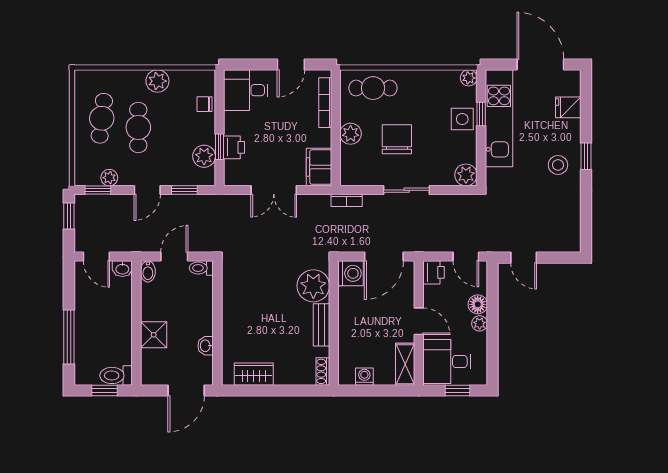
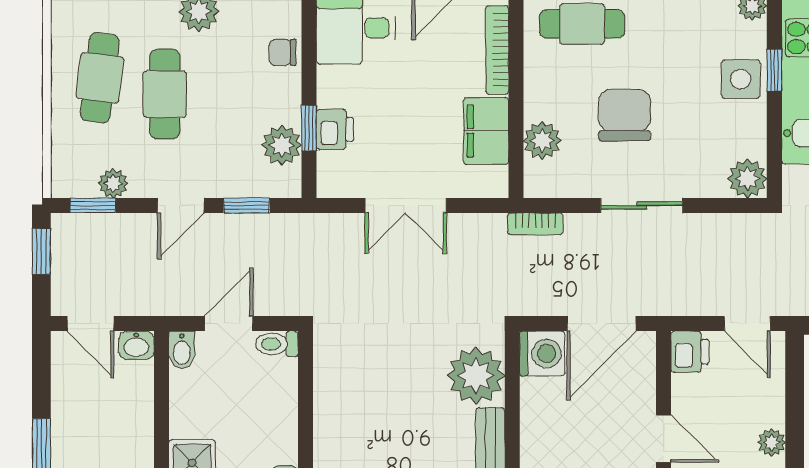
plant: (351, 134) -> (542, 141), moved
filing cabinet: (319, 167) -> (486, 131), moved
floor lamp: (478, 304) -> (768, 409), removed

